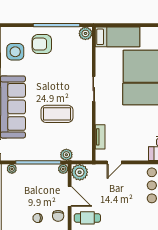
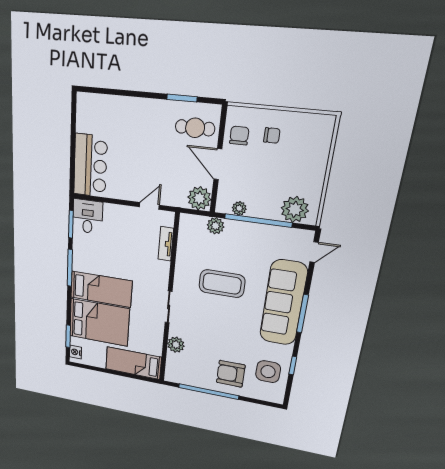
plant: (85, 33) -> (176, 345), moved
armchair: (42, 44) -> (231, 374), turned 180
plant: (12, 169) -> (295, 209), width x1.88, depth x1.88
plant: (63, 169) -> (239, 208), moved

